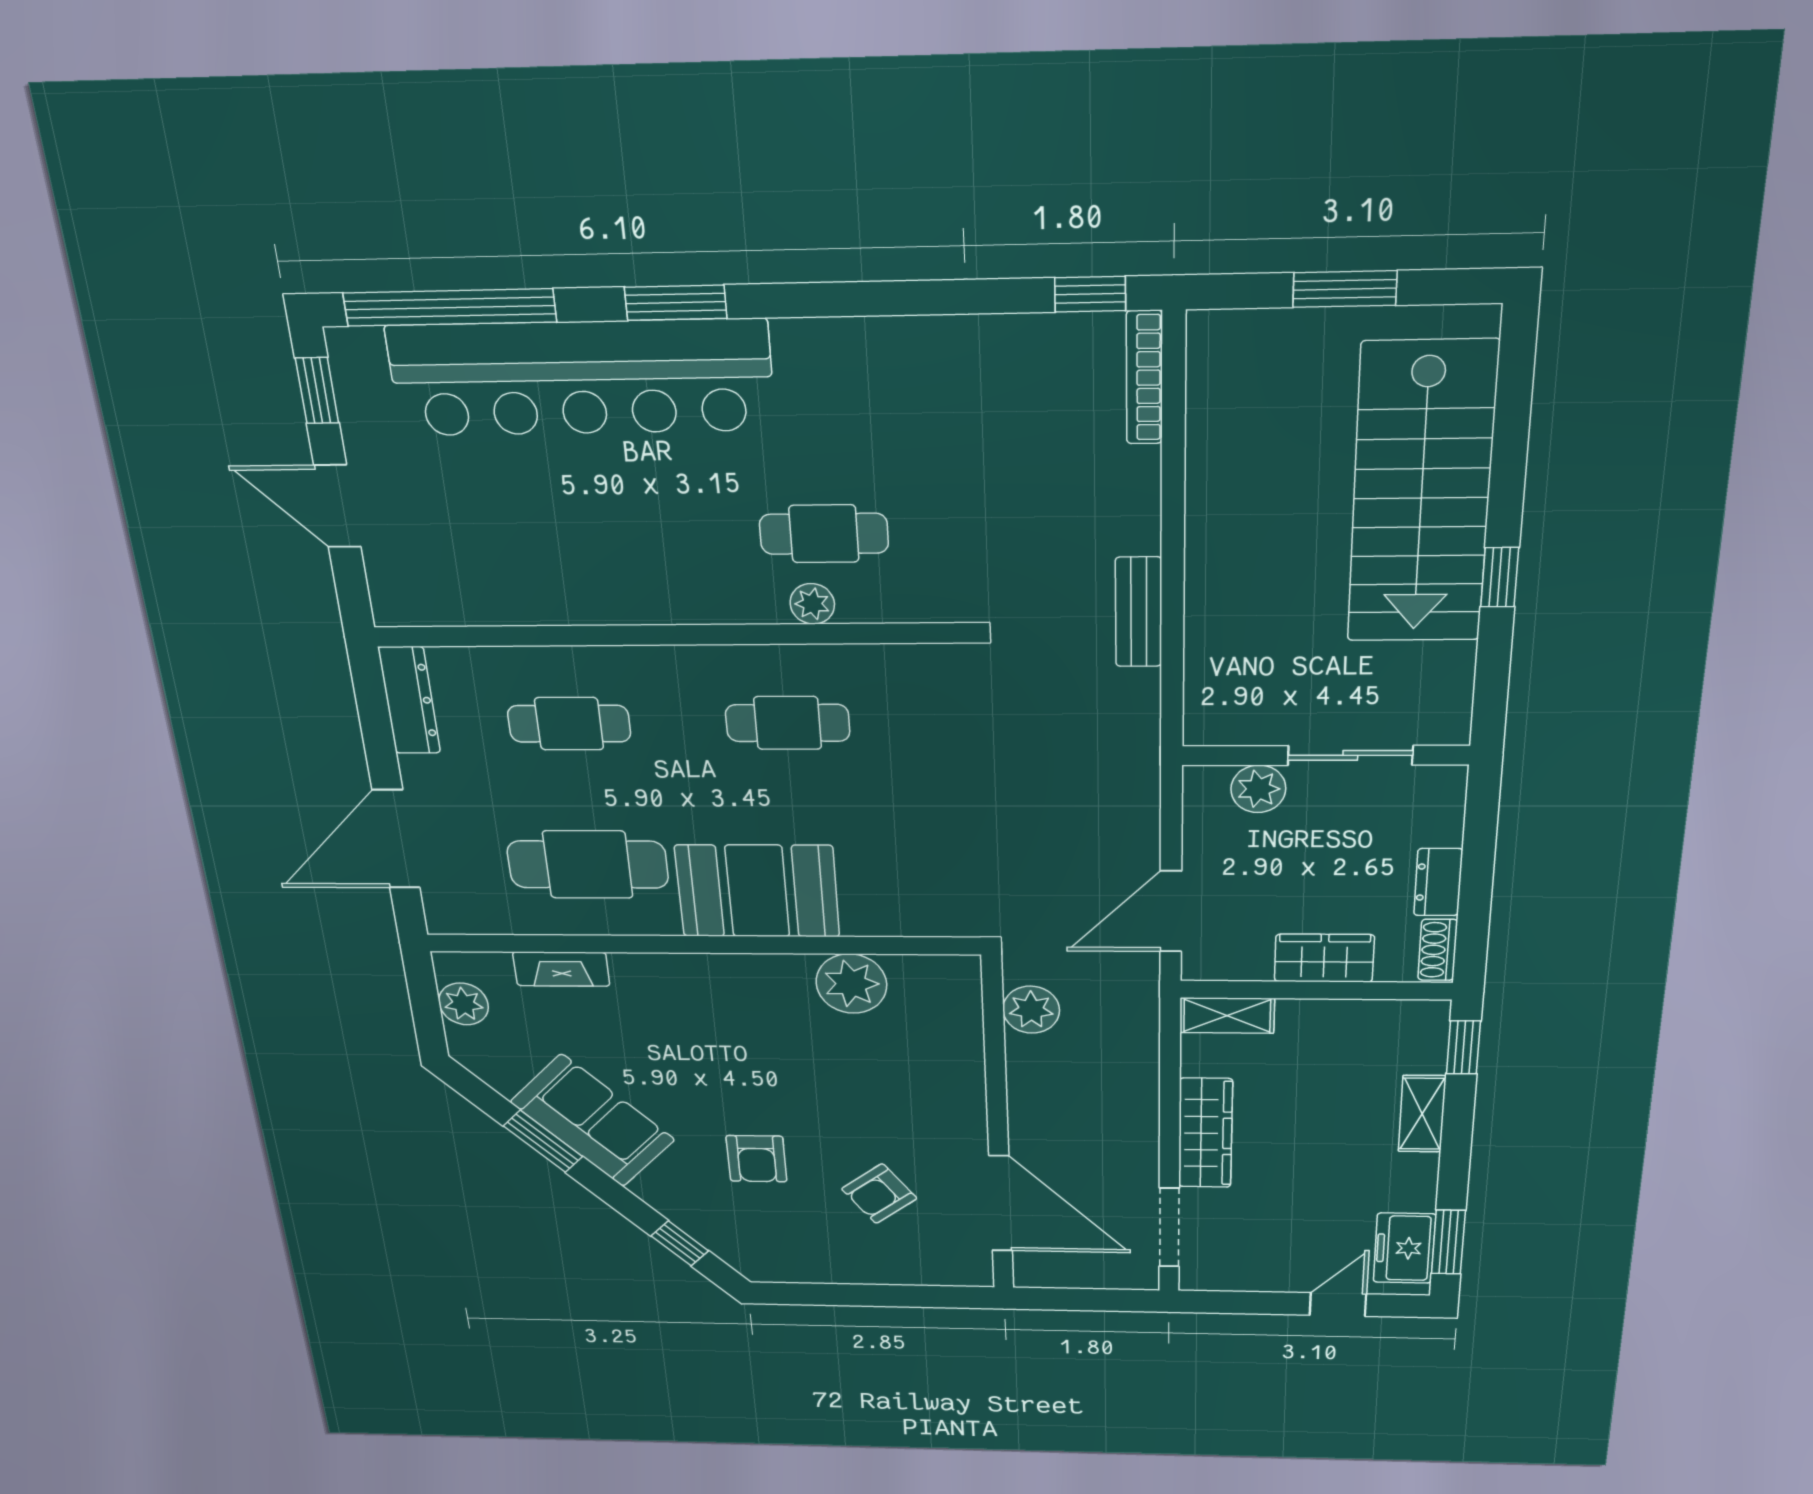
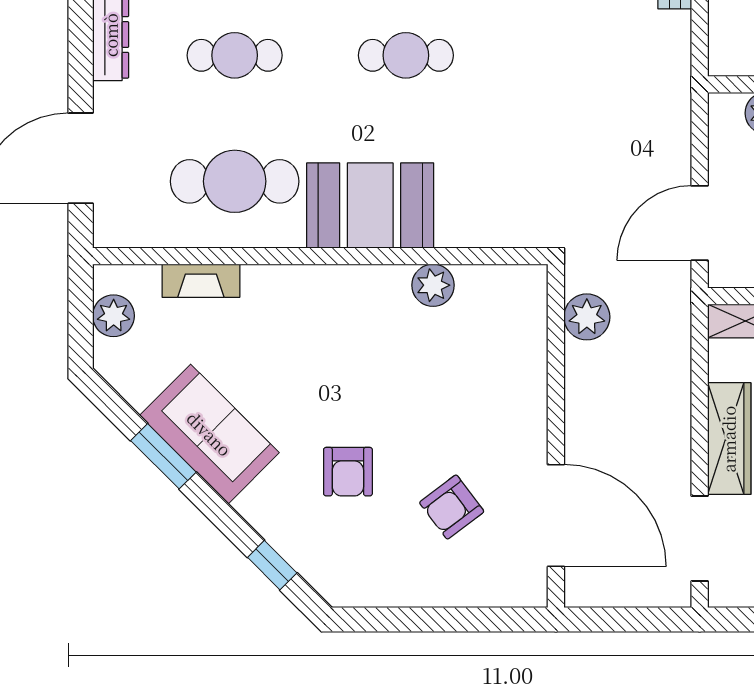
plant: (851, 984) -> (433, 285), width x0.73, depth x0.73

